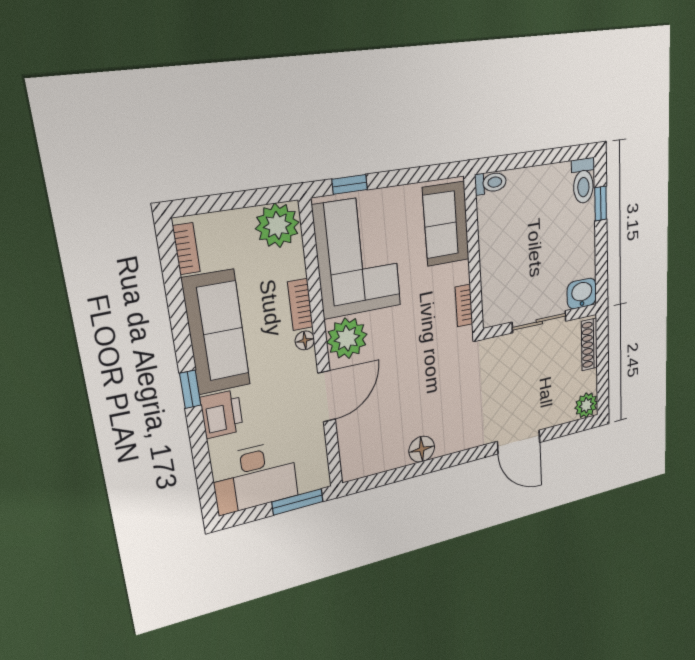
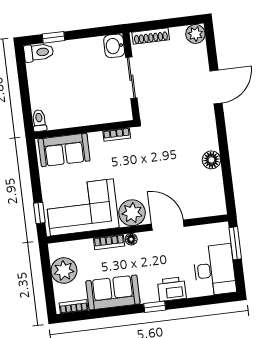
plant: (277, 225) -> (64, 271), moved
sofa: (216, 332) -> (113, 292), width x0.73

